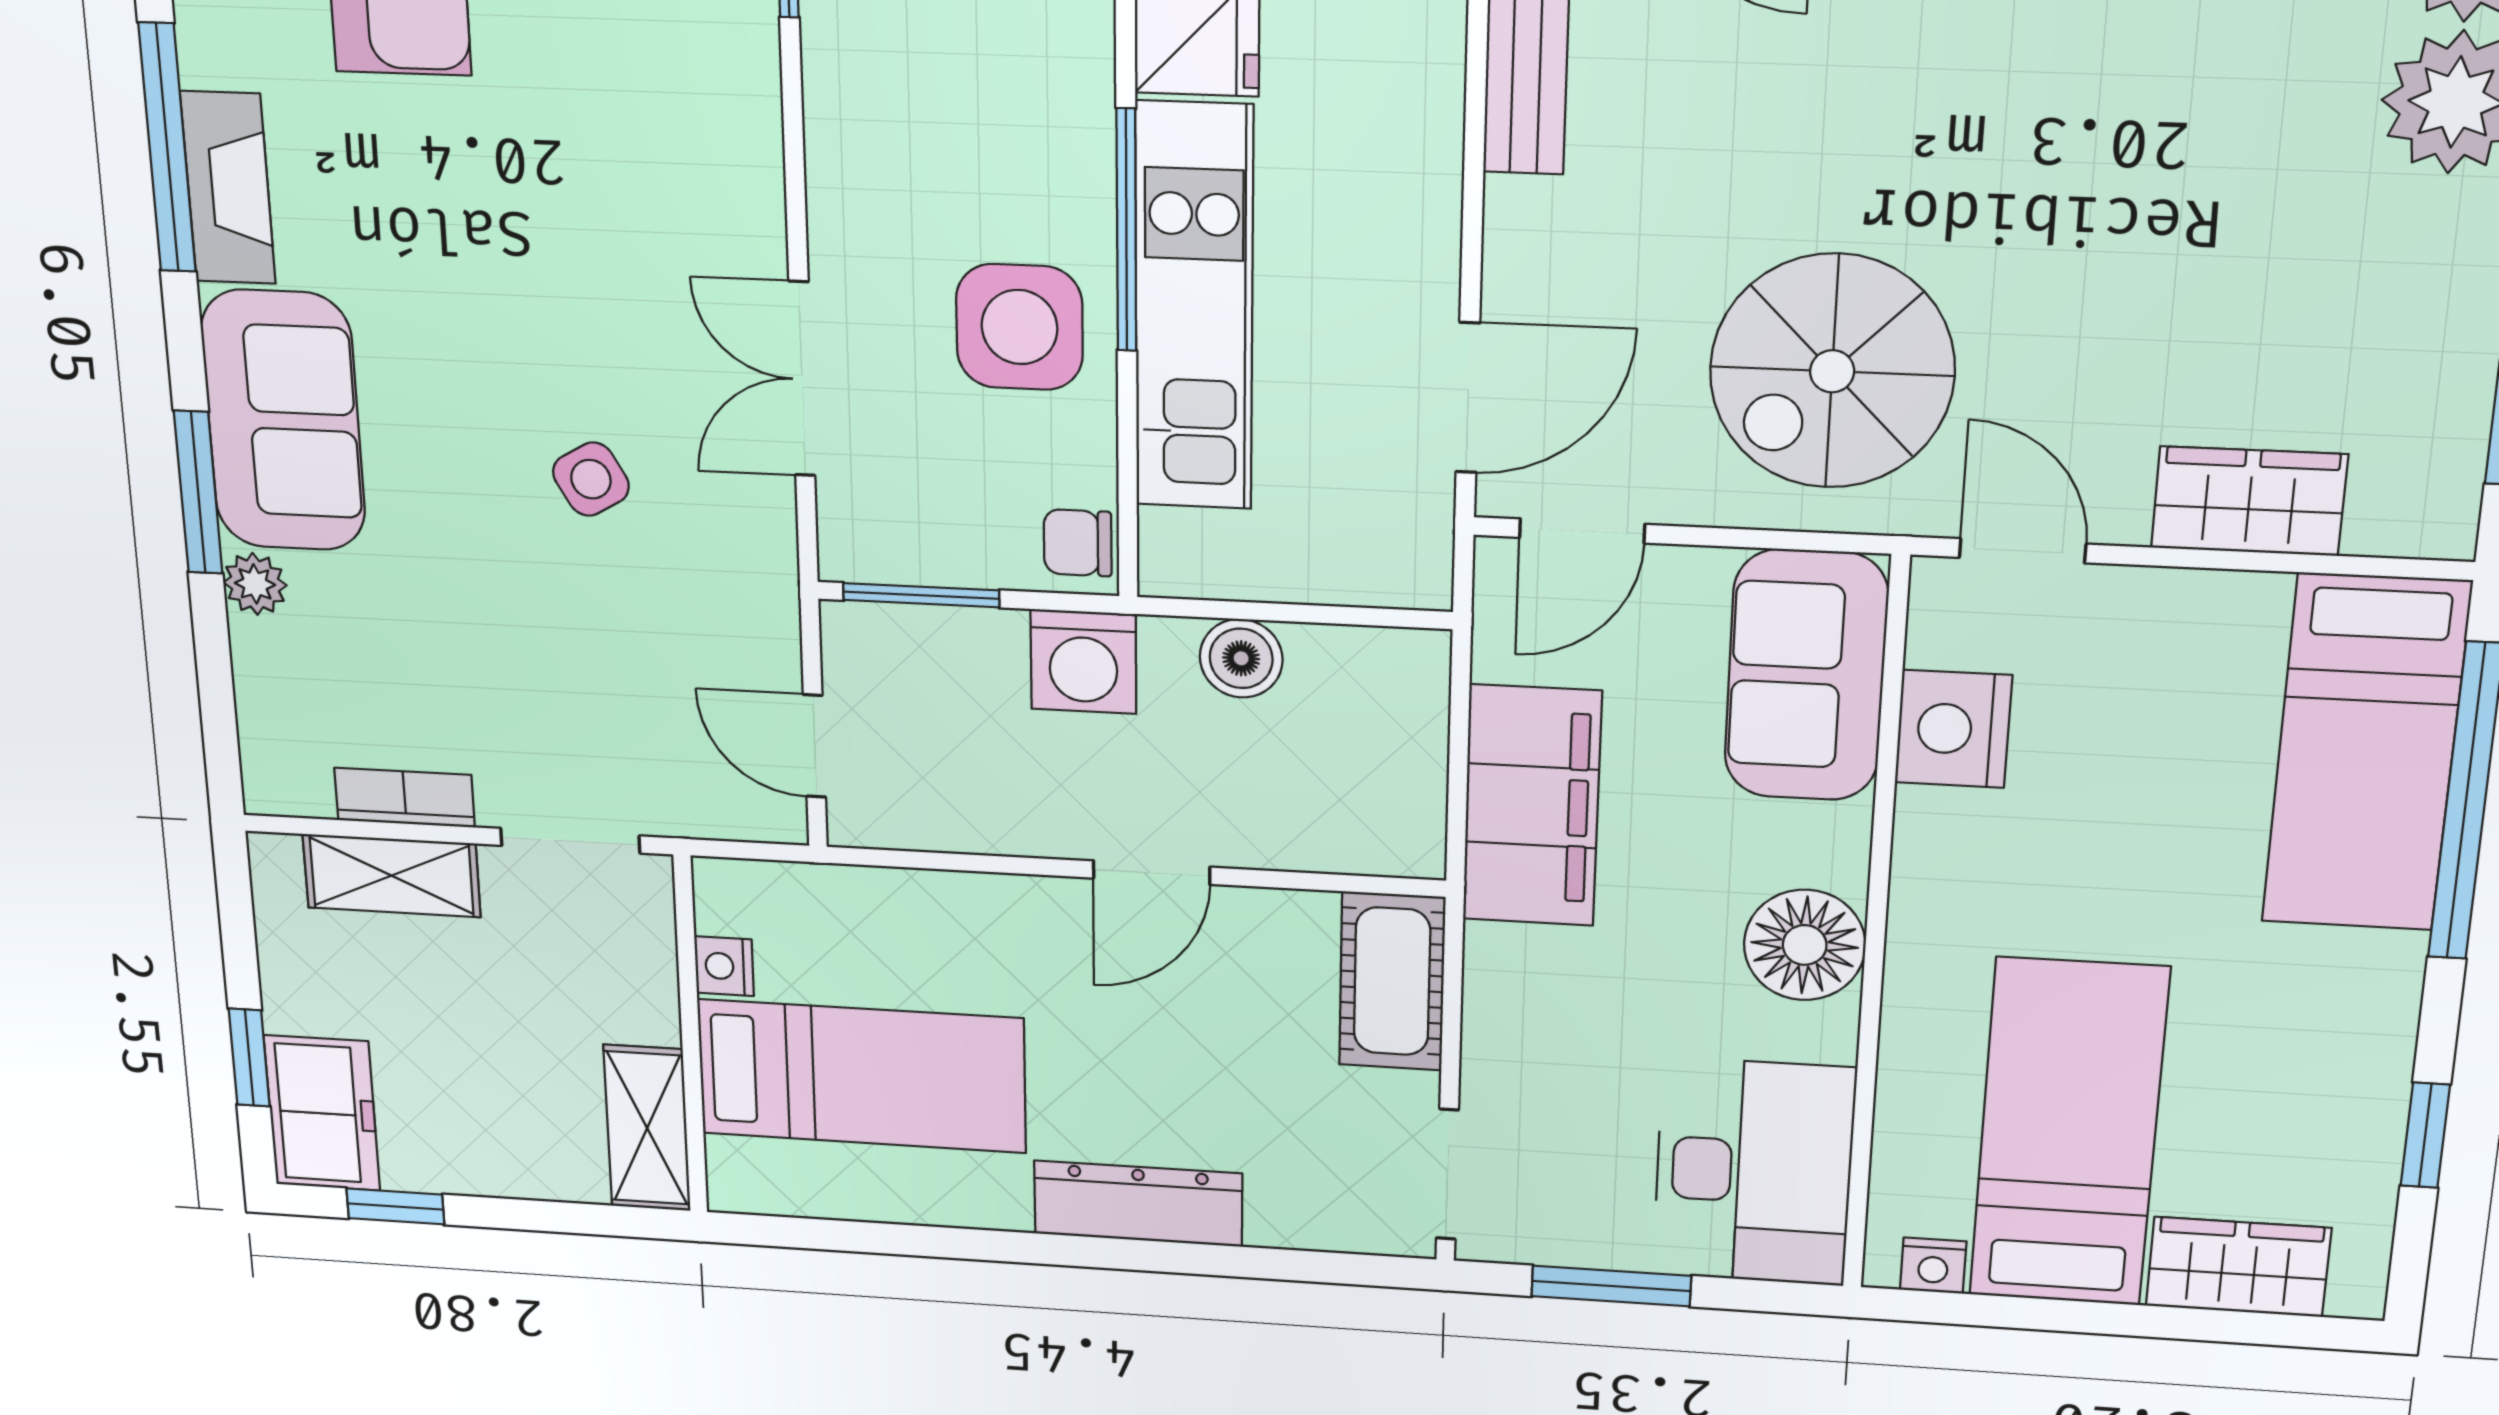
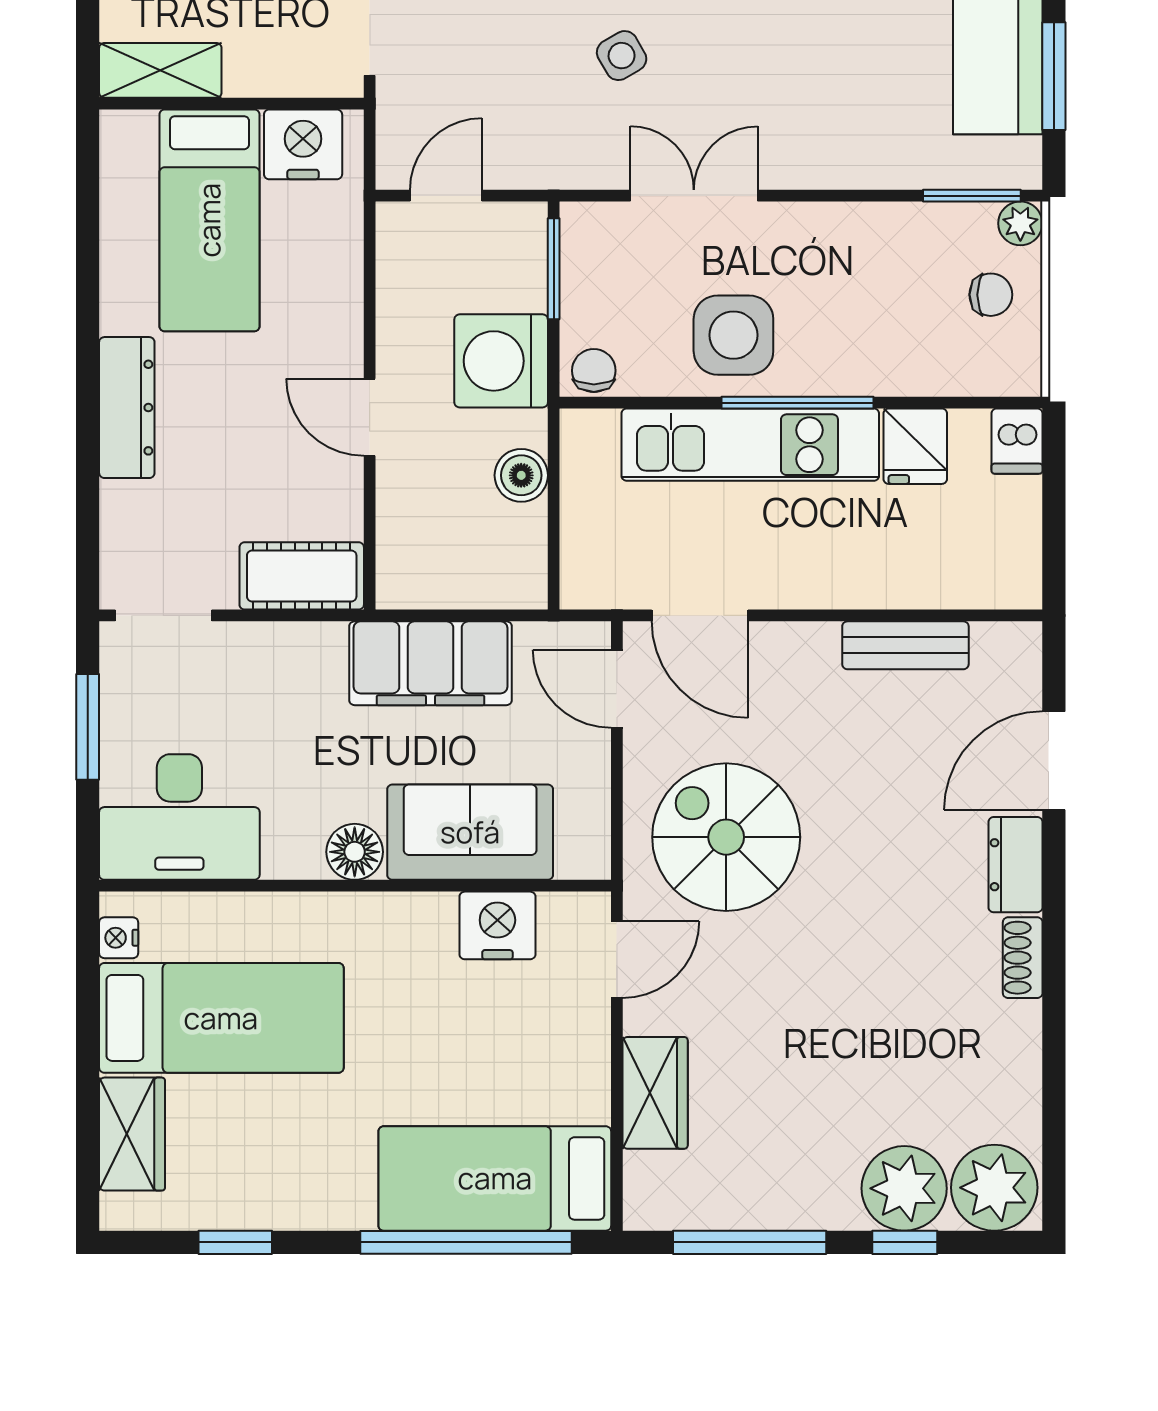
washing machine: (1083, 662) -> (501, 361), width x1.37, depth x1.37
sofa: (1806, 675) -> (470, 832), moved
floor lamp: (1805, 945) -> (355, 852), width x0.73, depth x0.73
nightstand: (724, 966) -> (303, 144), width x1.89, depth x1.79

